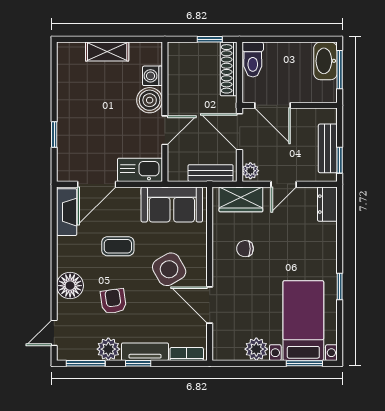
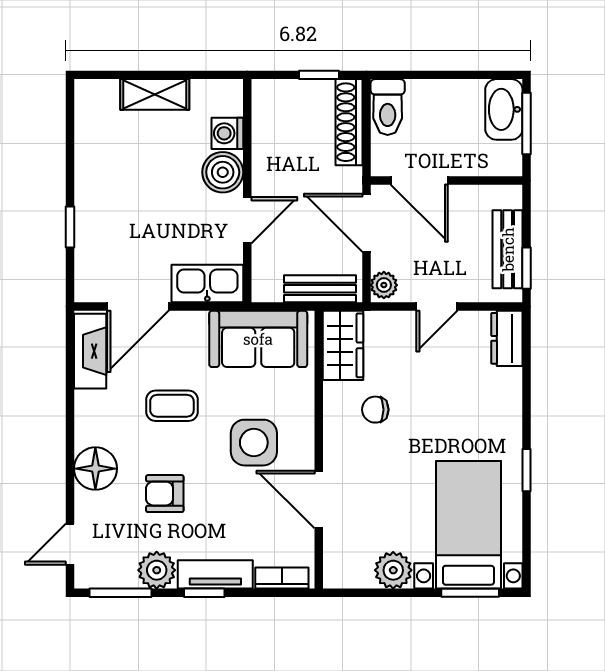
wardrobe: (241, 199) -> (343, 345), moved, turned -90
side table: (169, 269) -> (254, 443), turned 30
armchair: (113, 301) -> (165, 494), turned -82

